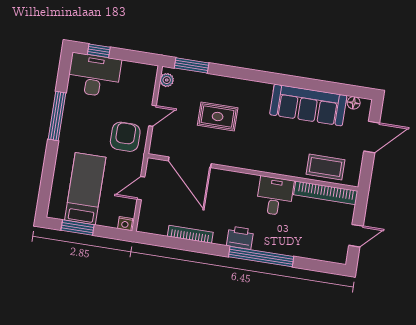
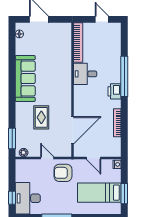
sofa: (308, 105) -> (25, 79), moved
coffee table: (325, 167) -> (62, 45), removed

